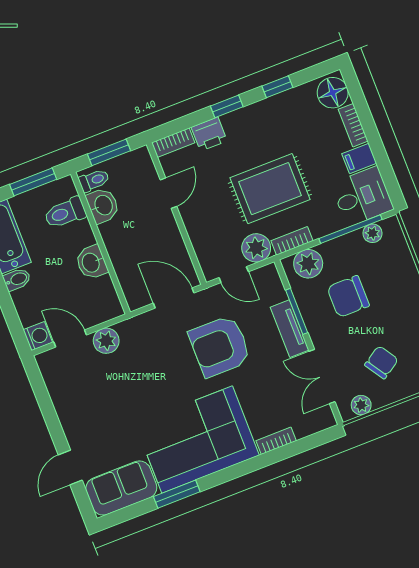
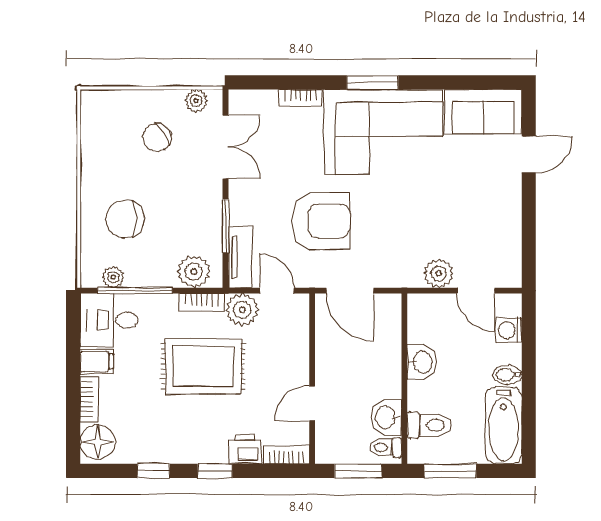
chair: (348, 296) -> (125, 219), moved, turned 180
tv unit: (290, 329) -> (240, 257), moved
washing machine: (38, 336) -> (509, 330), moved
window: (177, 494) -> (373, 82), moved

